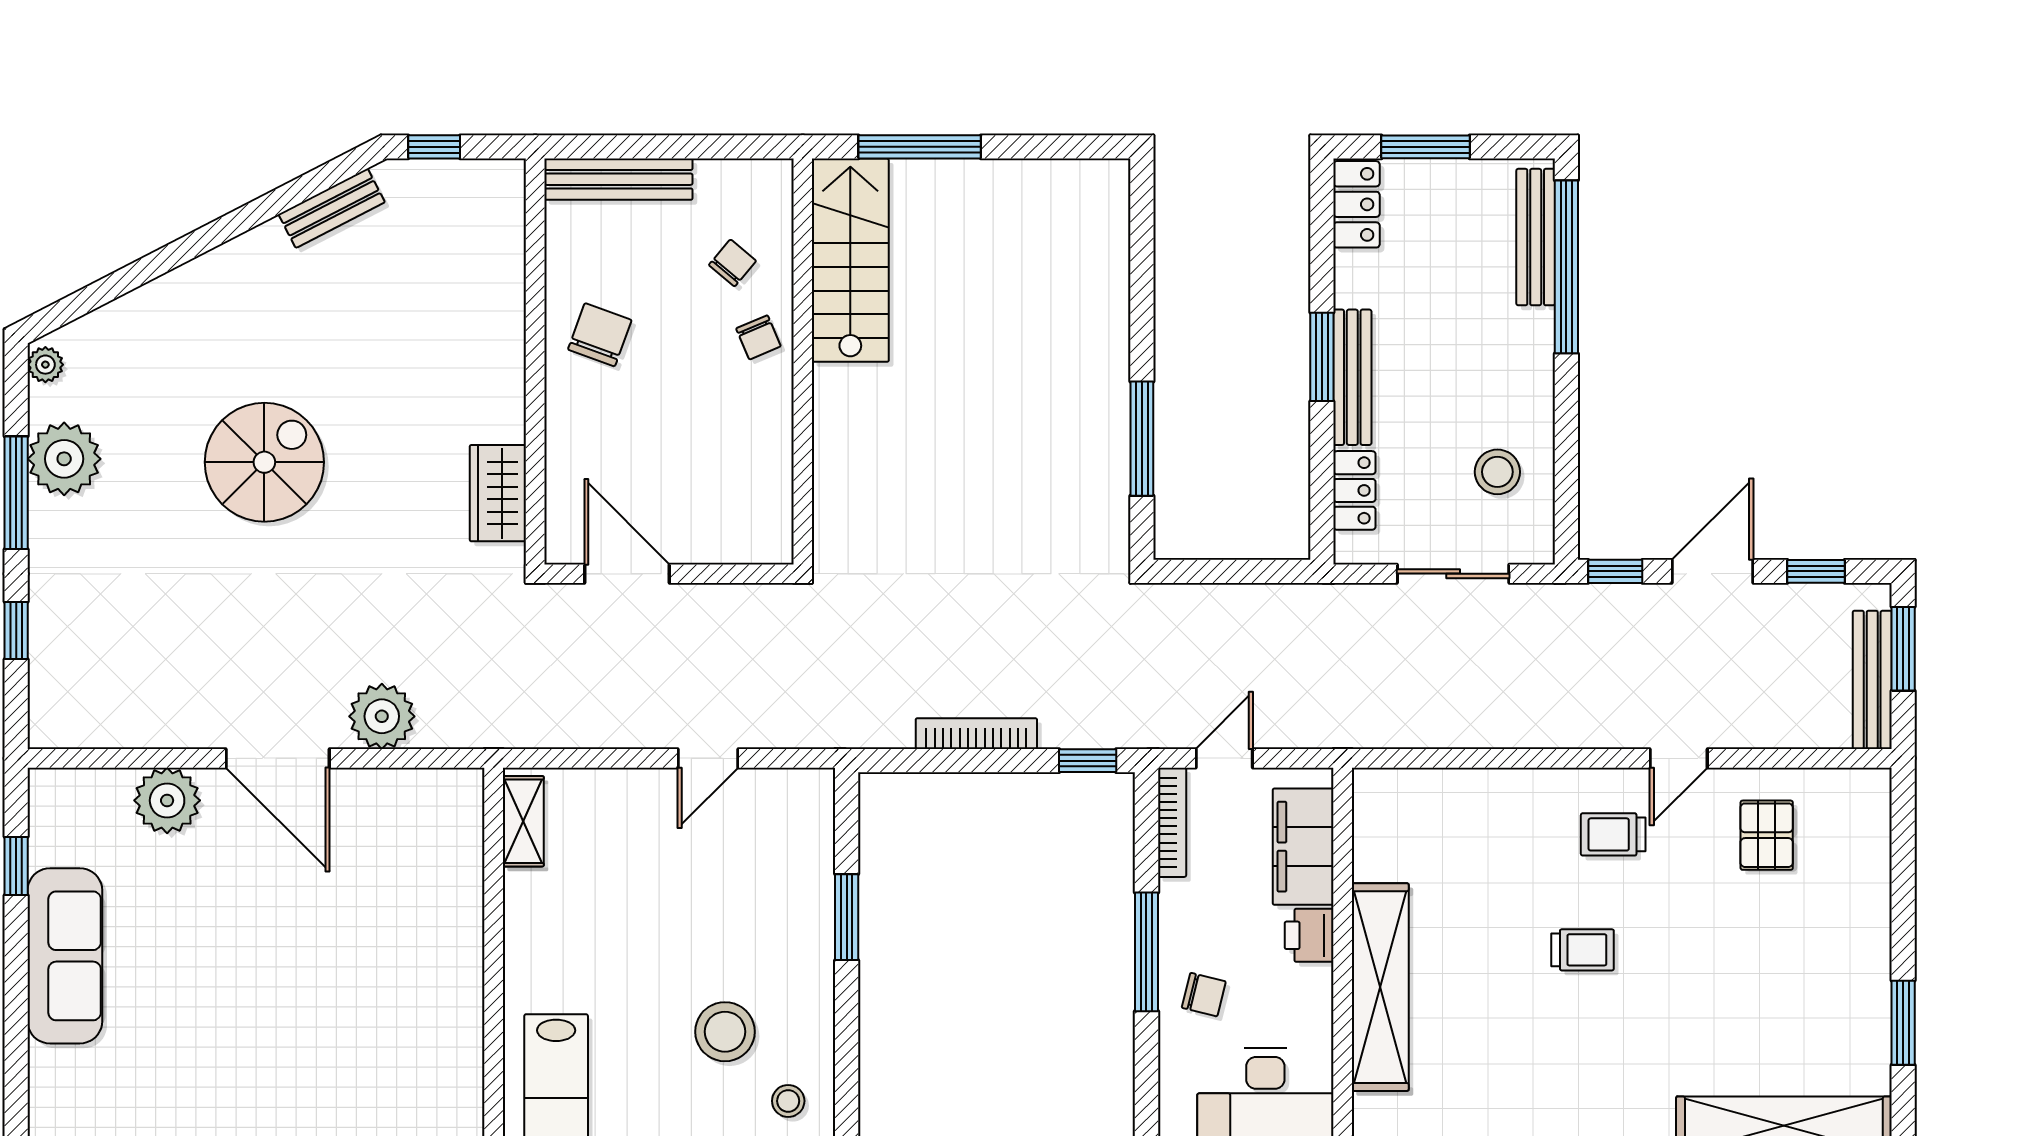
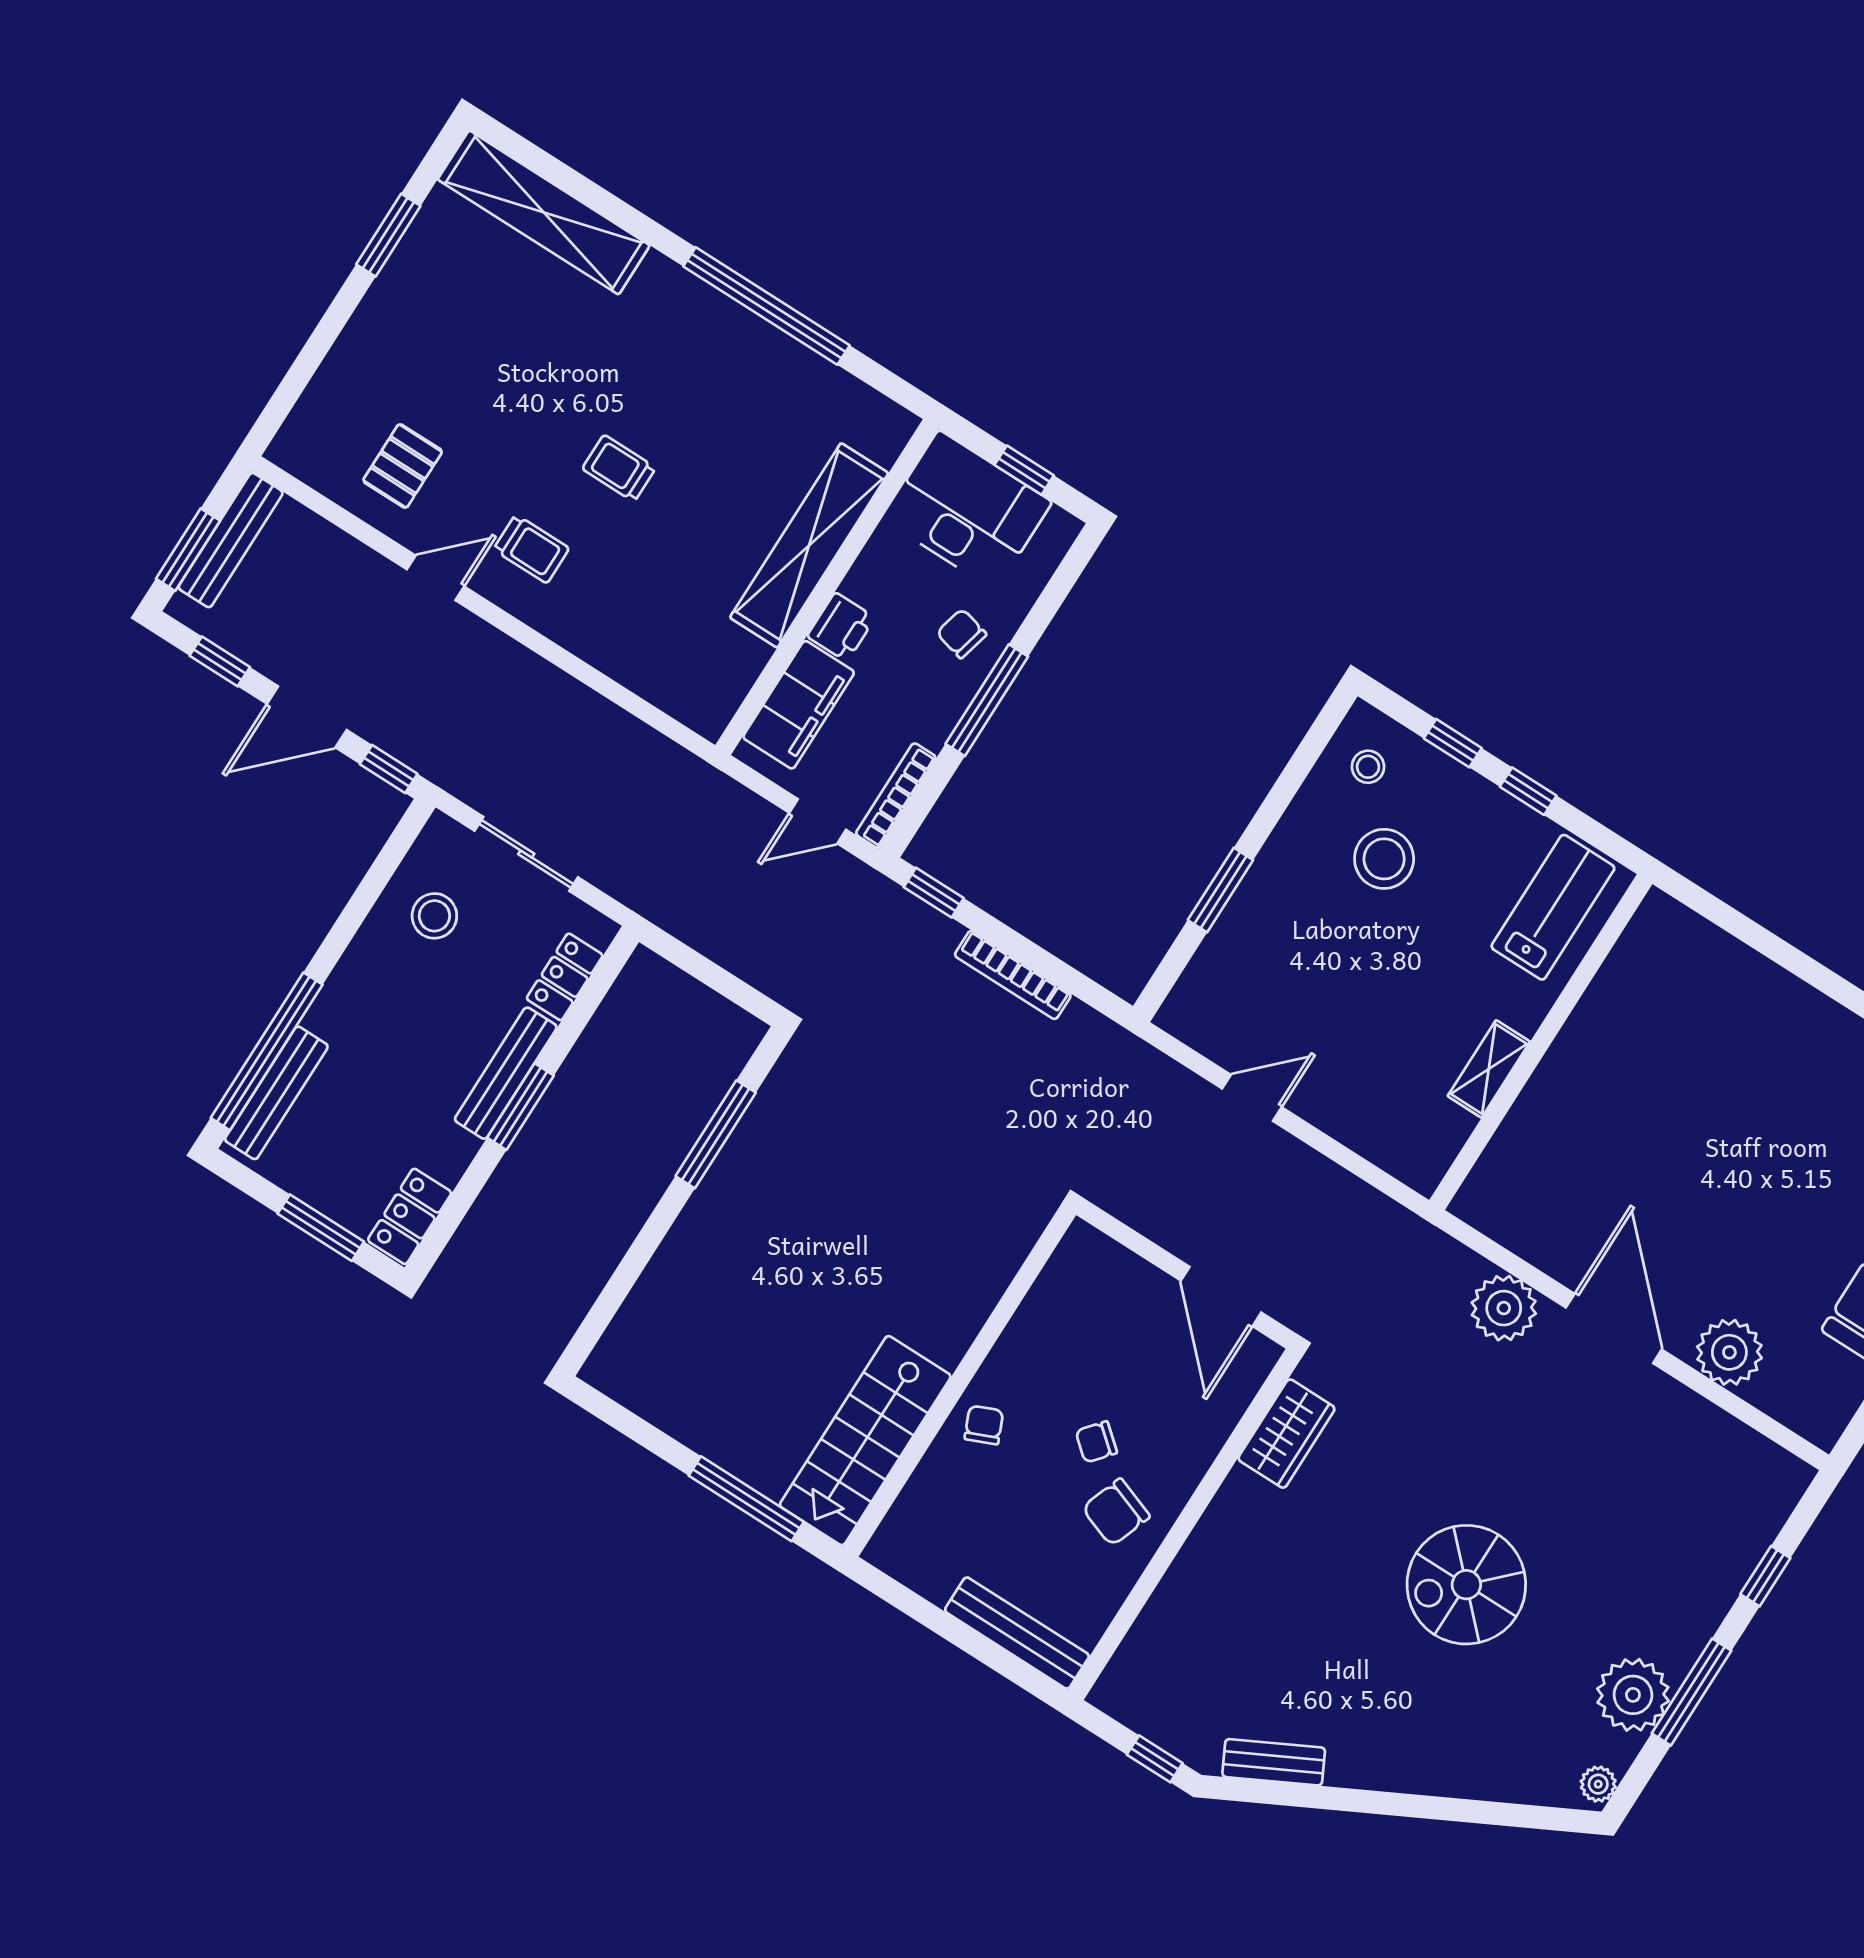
chair: (732, 263) -> (1096, 1442), moved
shelving: (523, 821) -> (1489, 1069), moved

